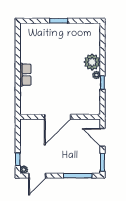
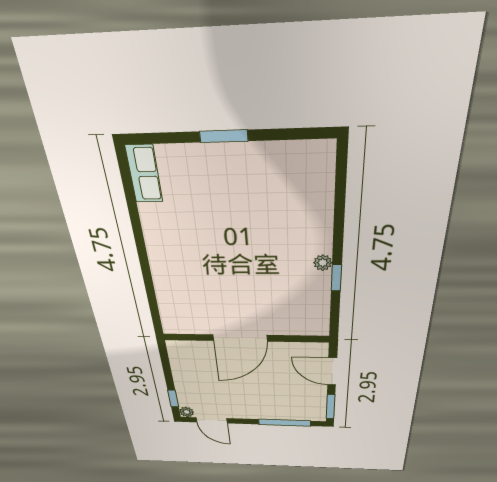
plant: (92, 62) -> (313, 235), removed
row of seats: (25, 75) -> (144, 174), moved
door: (37, 176) -> (212, 420), hinge flipped

